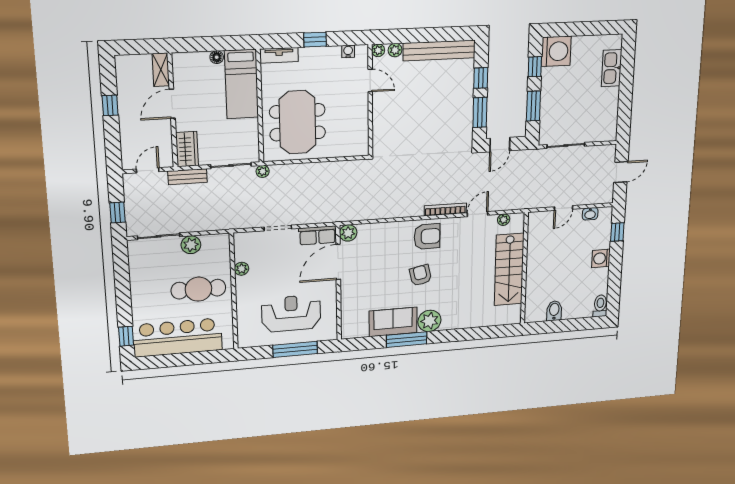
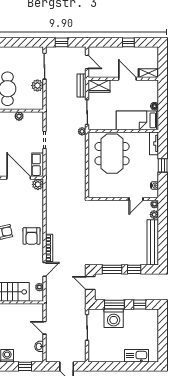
washing machine: (556, 51) -> (114, 318), moved
meeting table: (297, 122) -> (112, 154), turned 90
door: (478, 214) -> (44, 269), hinge flipped

